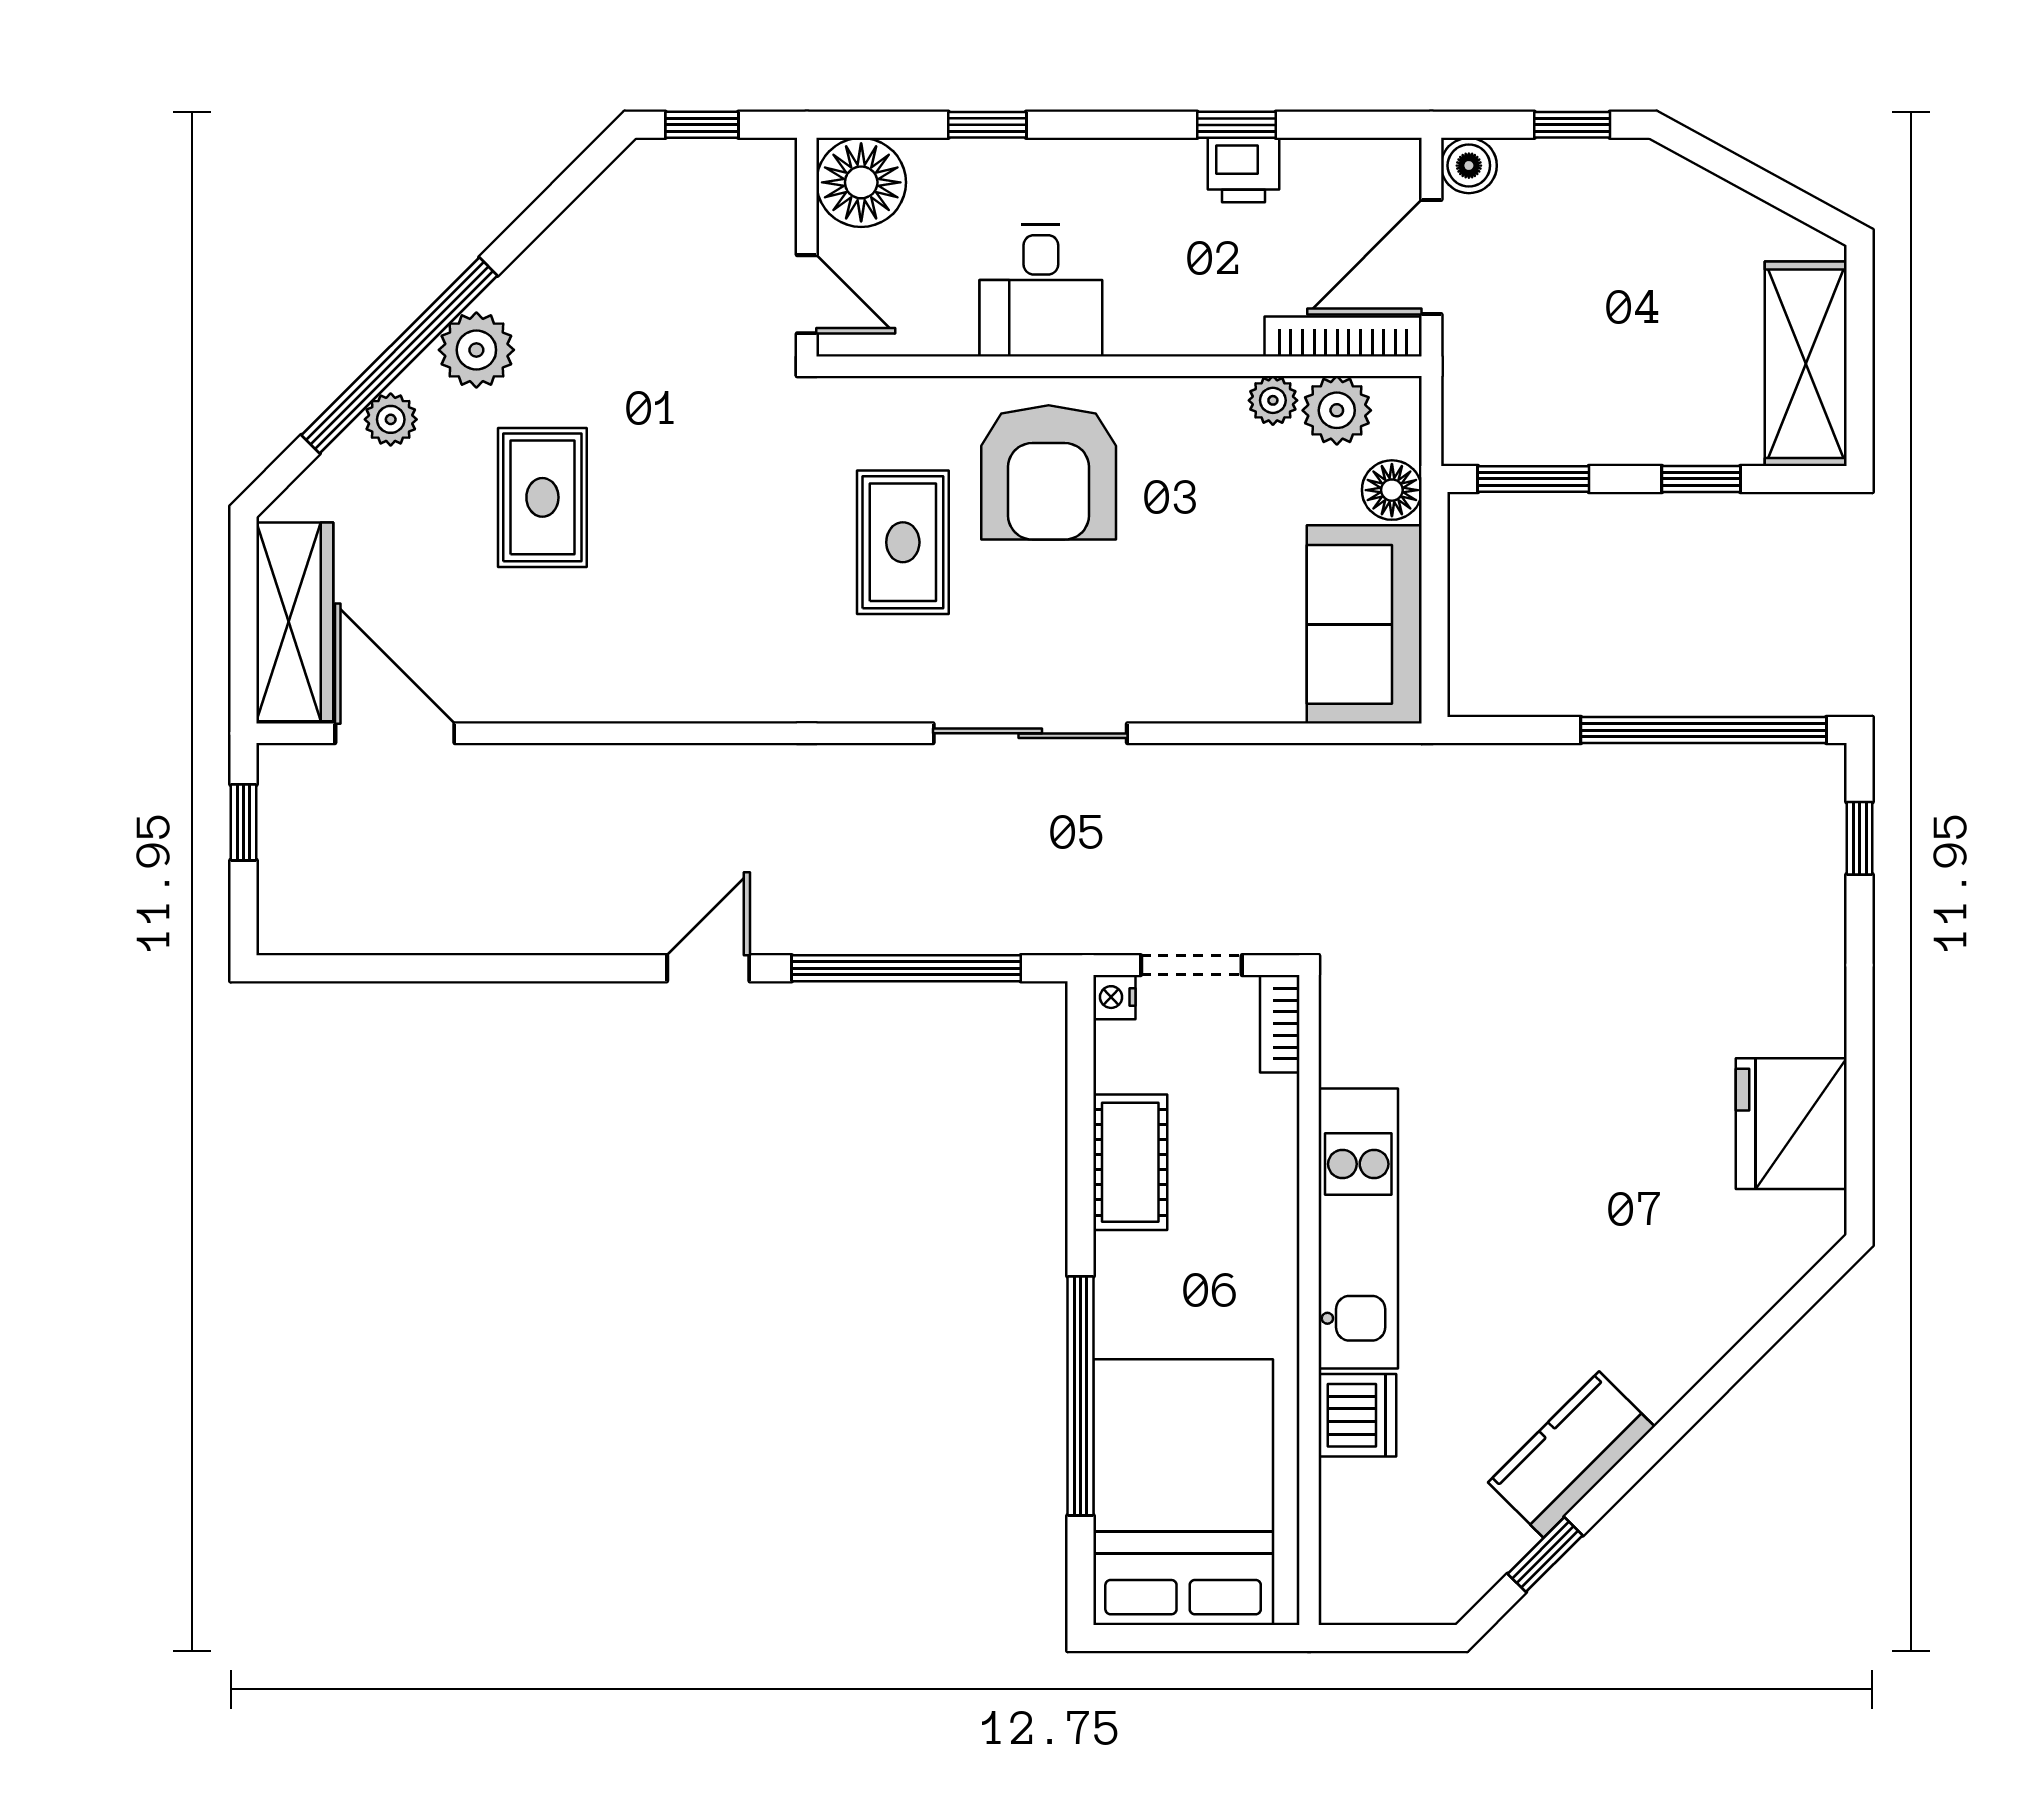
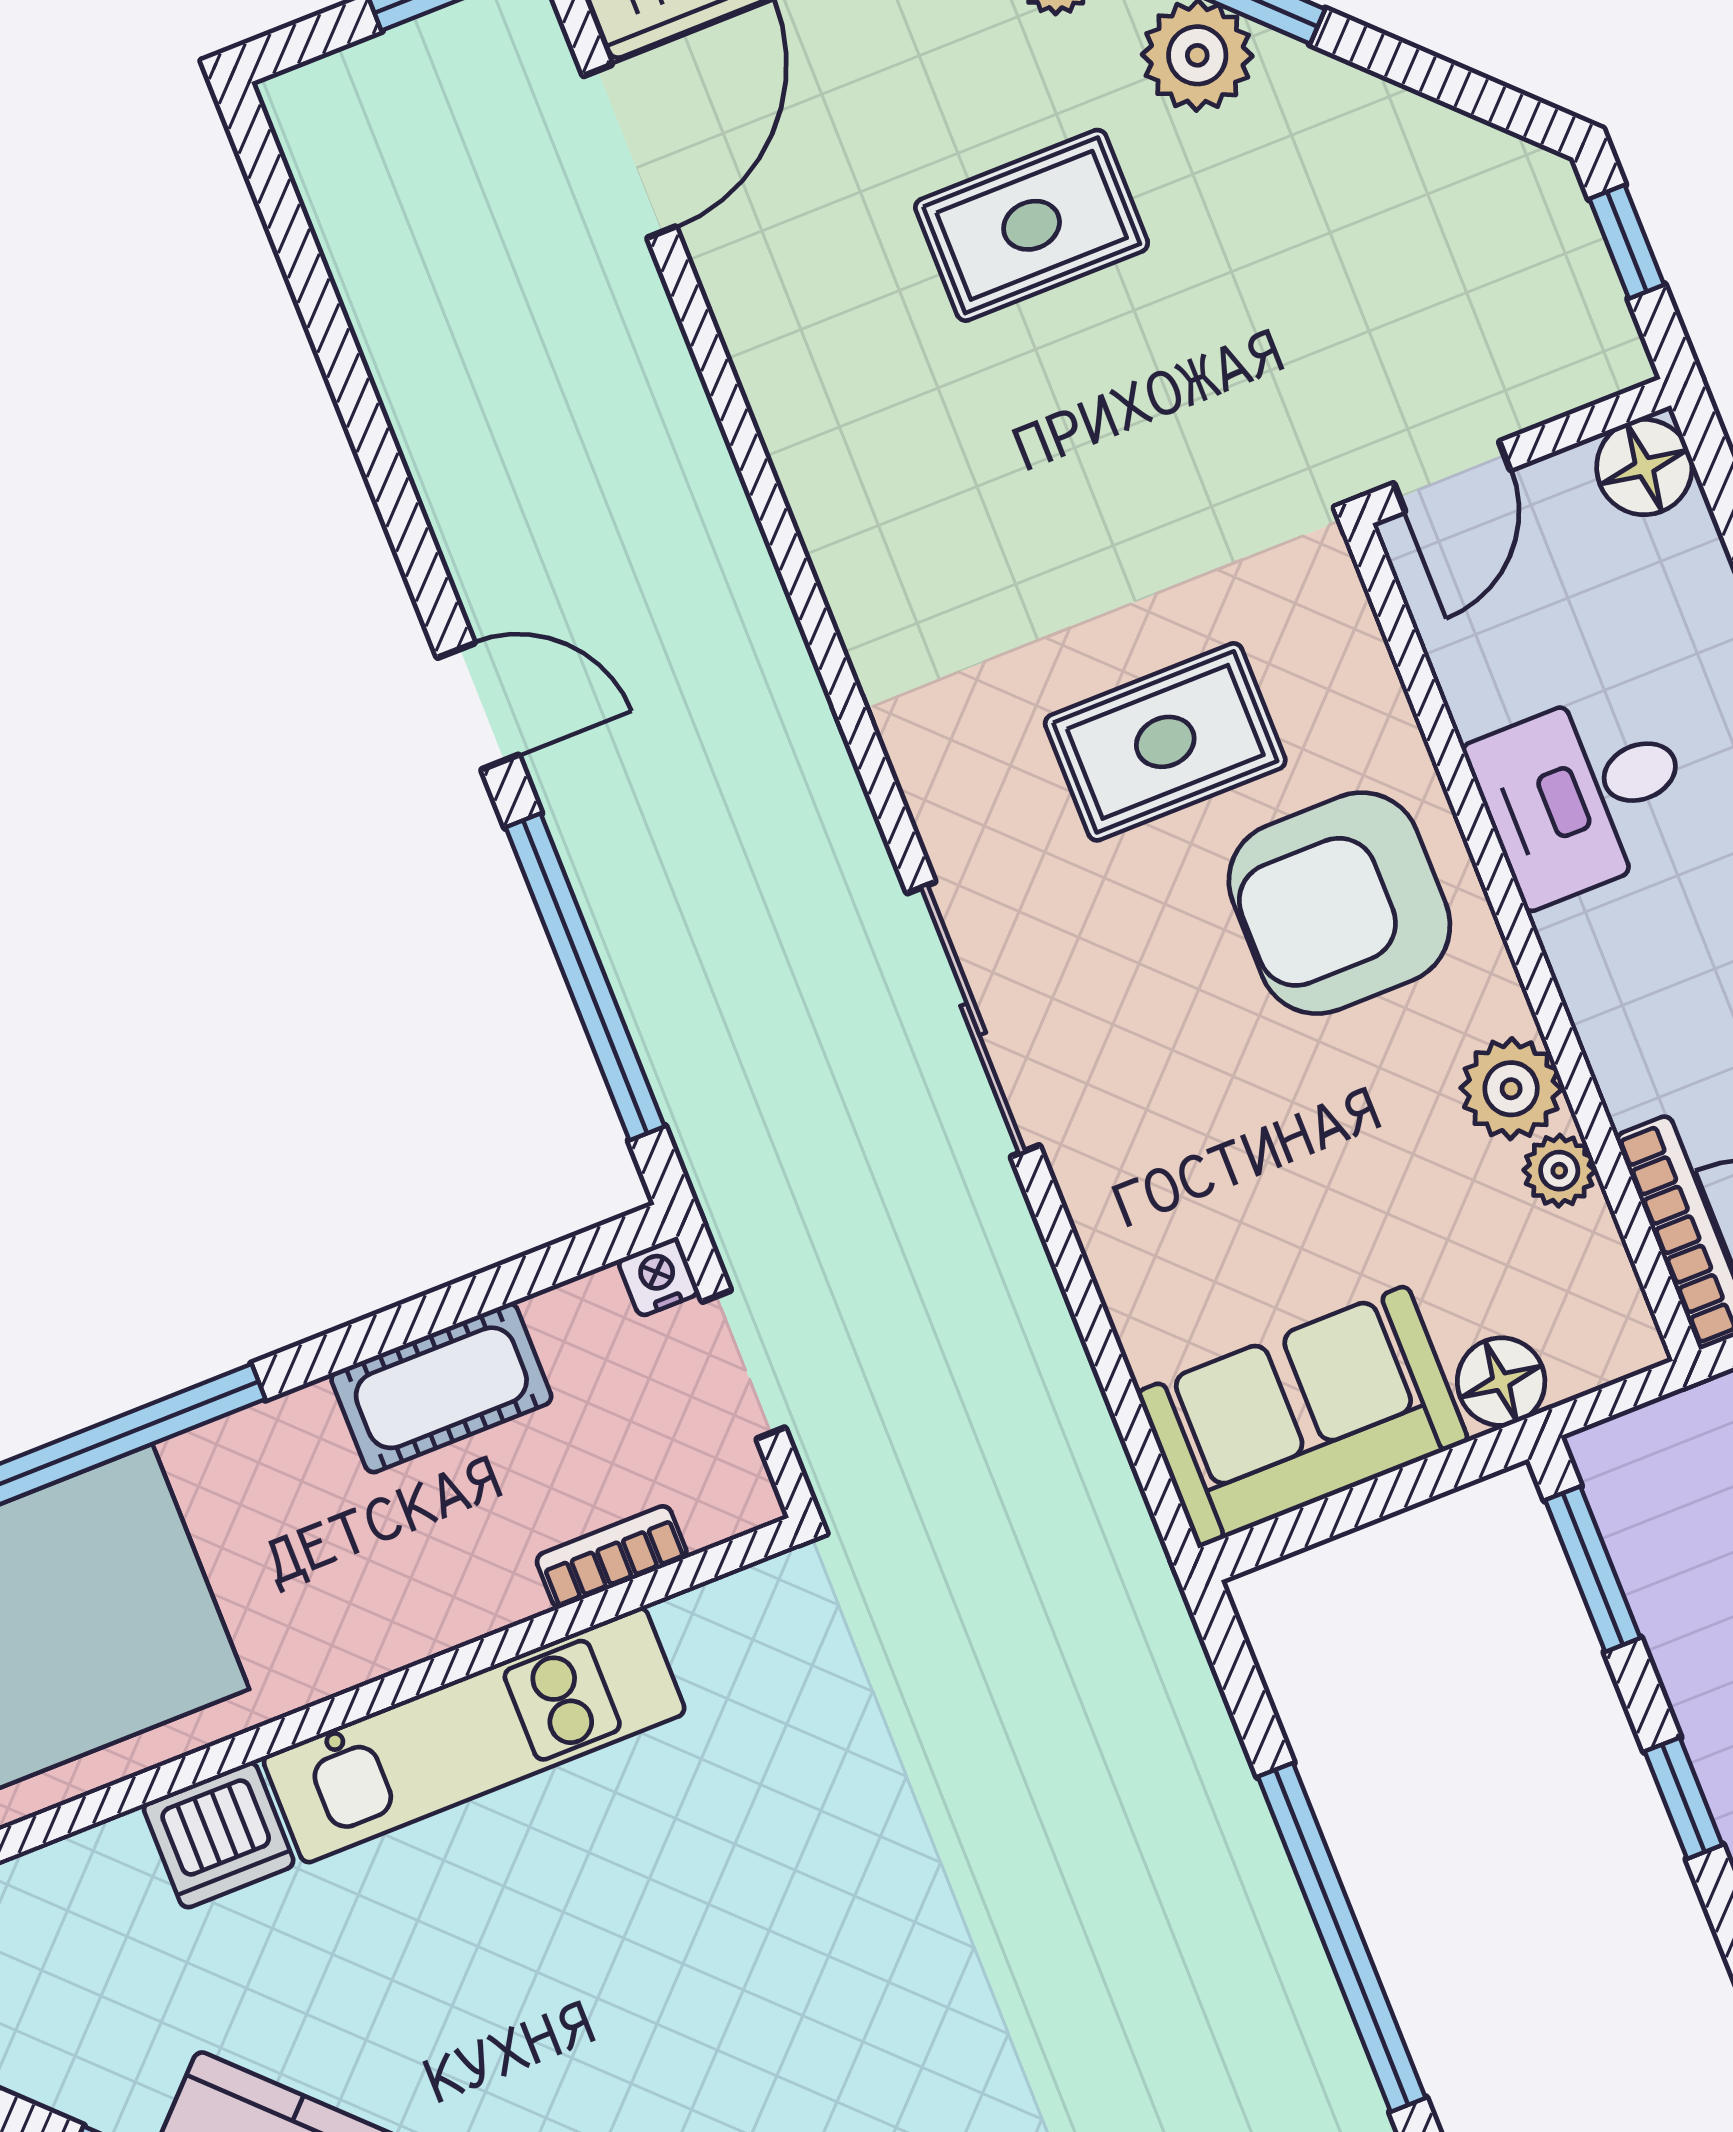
floor lamp: (861, 182) -> (1644, 467), width x0.73, depth x0.73
plant: (1337, 410) -> (1511, 1089), moved
bookcase: (1280, 1024) -> (612, 1557), moved

